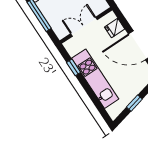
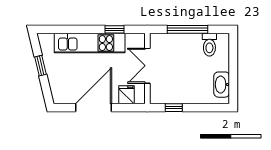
double door: (84, 27) -> (147, 66), swing flipped

